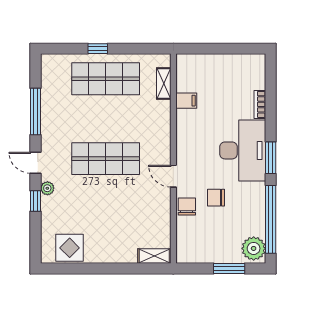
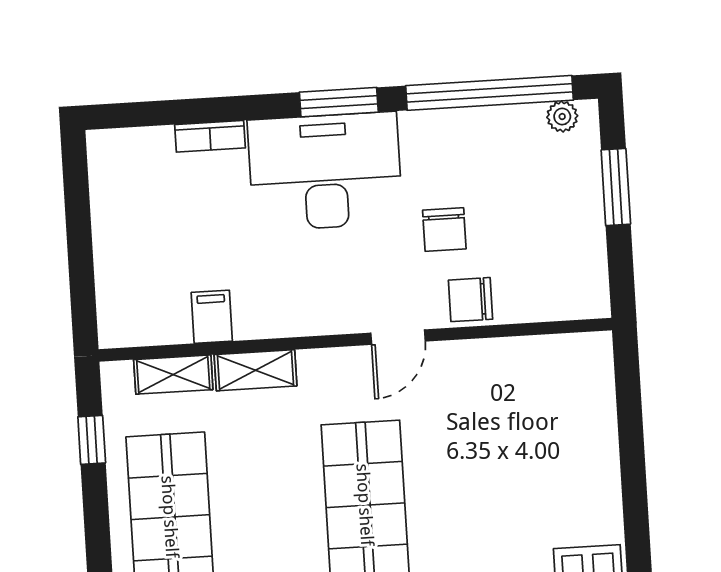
window: (98, 49) -> (92, 440), moved
plant: (254, 248) -> (562, 116), width x0.53, depth x0.53
shelving: (154, 256) -> (255, 370), moved, turned 90

